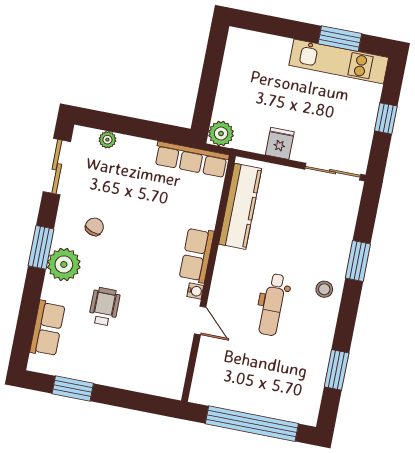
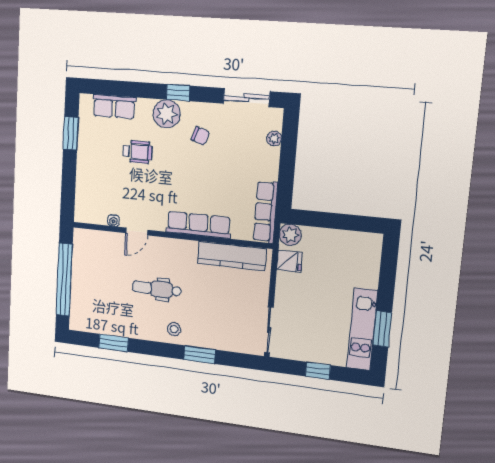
fridge: (280, 143) -> (289, 261), moved
window: (41, 247) -> (178, 93), width x0.67
row of seats: (197, 255) -> (198, 225), width x1.48
water cooler: (195, 291) -> (114, 221), moved

